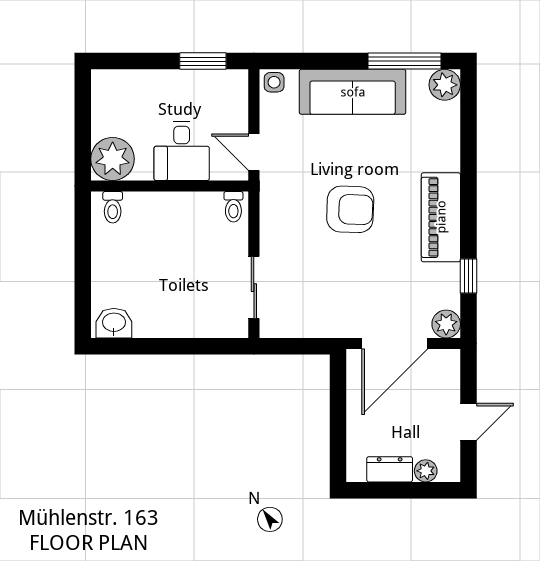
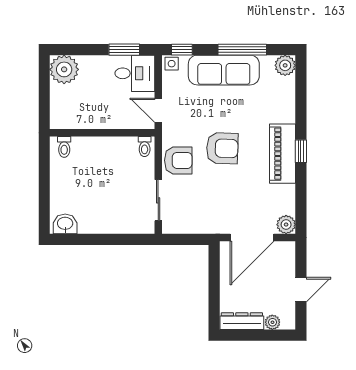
window: (289, 61) -> (182, 50), added
window: (405, 61) -> (242, 50), moved
desk: (182, 151) -> (135, 73), moved, turned -90
plant: (113, 159) -> (64, 69), moved
armchair: (284, 228) -> (178, 160), added
window: (468, 276) -> (301, 151), moved
dresser: (390, 469) -> (242, 321), width x1.44

